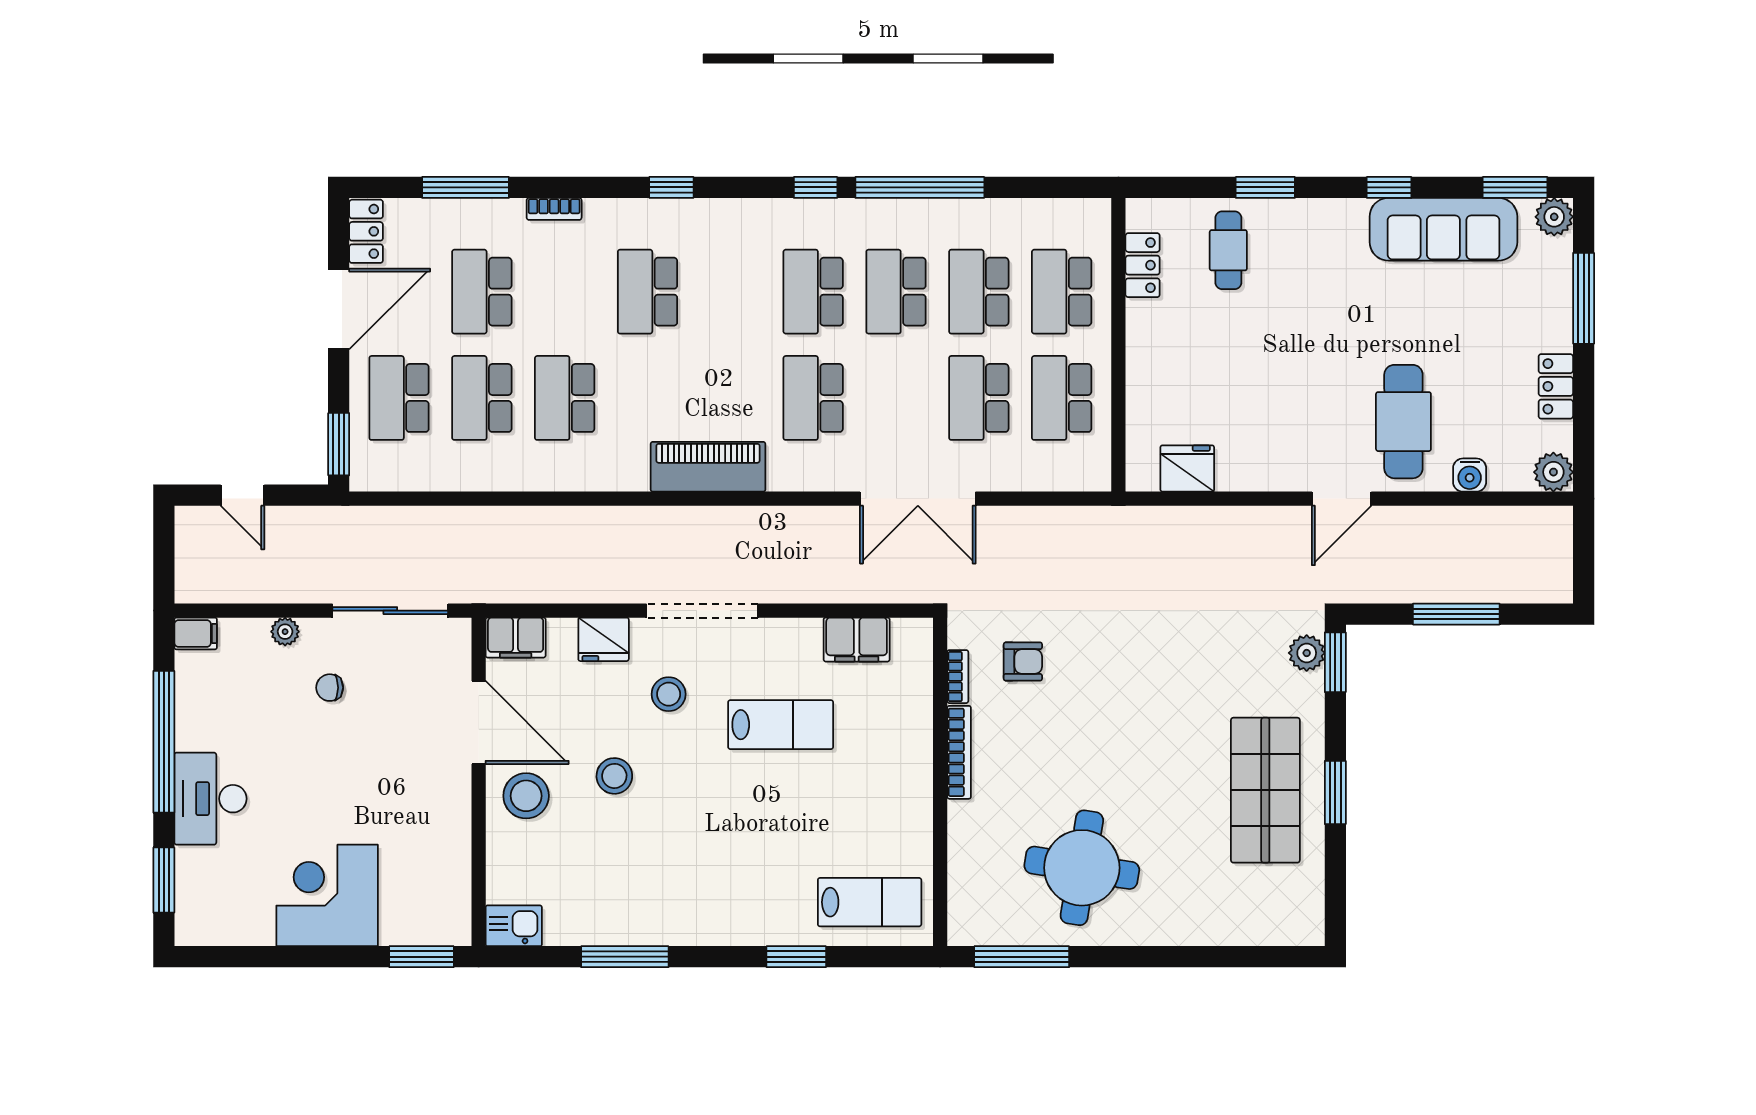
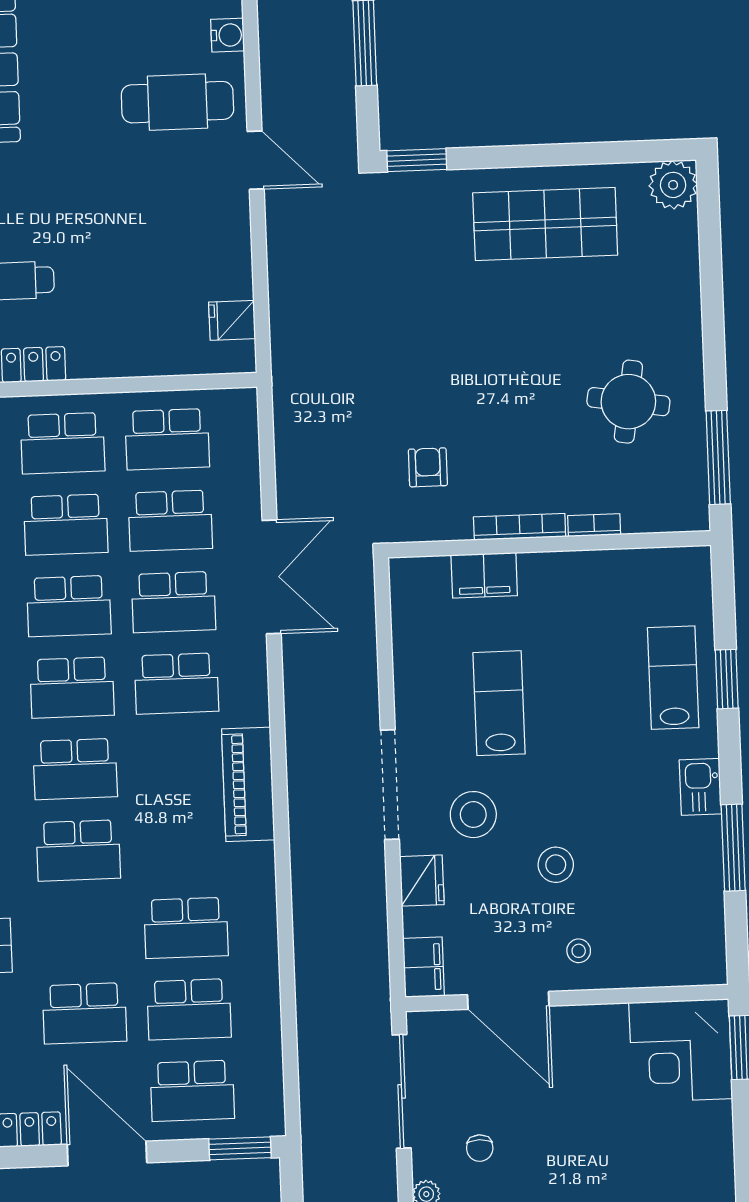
school desk: (730, 292) -> (75, 769), added
school desk: (896, 398) -> (173, 602), added
fridge: (1187, 468) -> (232, 320), width x0.72
filing cabinet: (857, 640) -> (484, 575), moved, turned 90
plant: (1307, 653) -> (673, 185), moved, width x1.36, depth x1.36
bookcase: (958, 677) -> (594, 525), moved
stool: (669, 694) -> (473, 815), width x1.38, depth x1.38
door: (479, 722) -> (508, 1000), swing flipped
window: (1335, 793) -> (545, 155), removed
stool: (526, 796) -> (579, 951), width x0.53, depth x0.53
round table: (1082, 868) -> (628, 402), width x0.73, depth x0.73
corner desk: (327, 895) -> (681, 1051), moved
lab bench: (870, 902) -> (673, 678), moved
kitchen sink: (514, 926) -> (700, 787), moved

